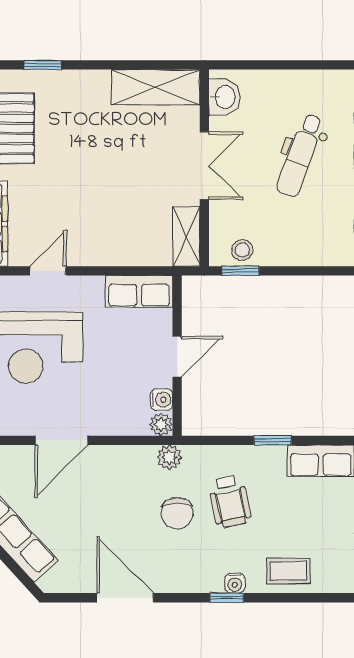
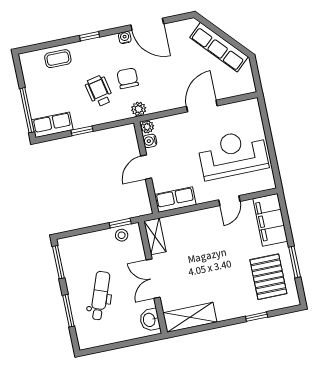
water cooler: (235, 583) -> (125, 38), moved

